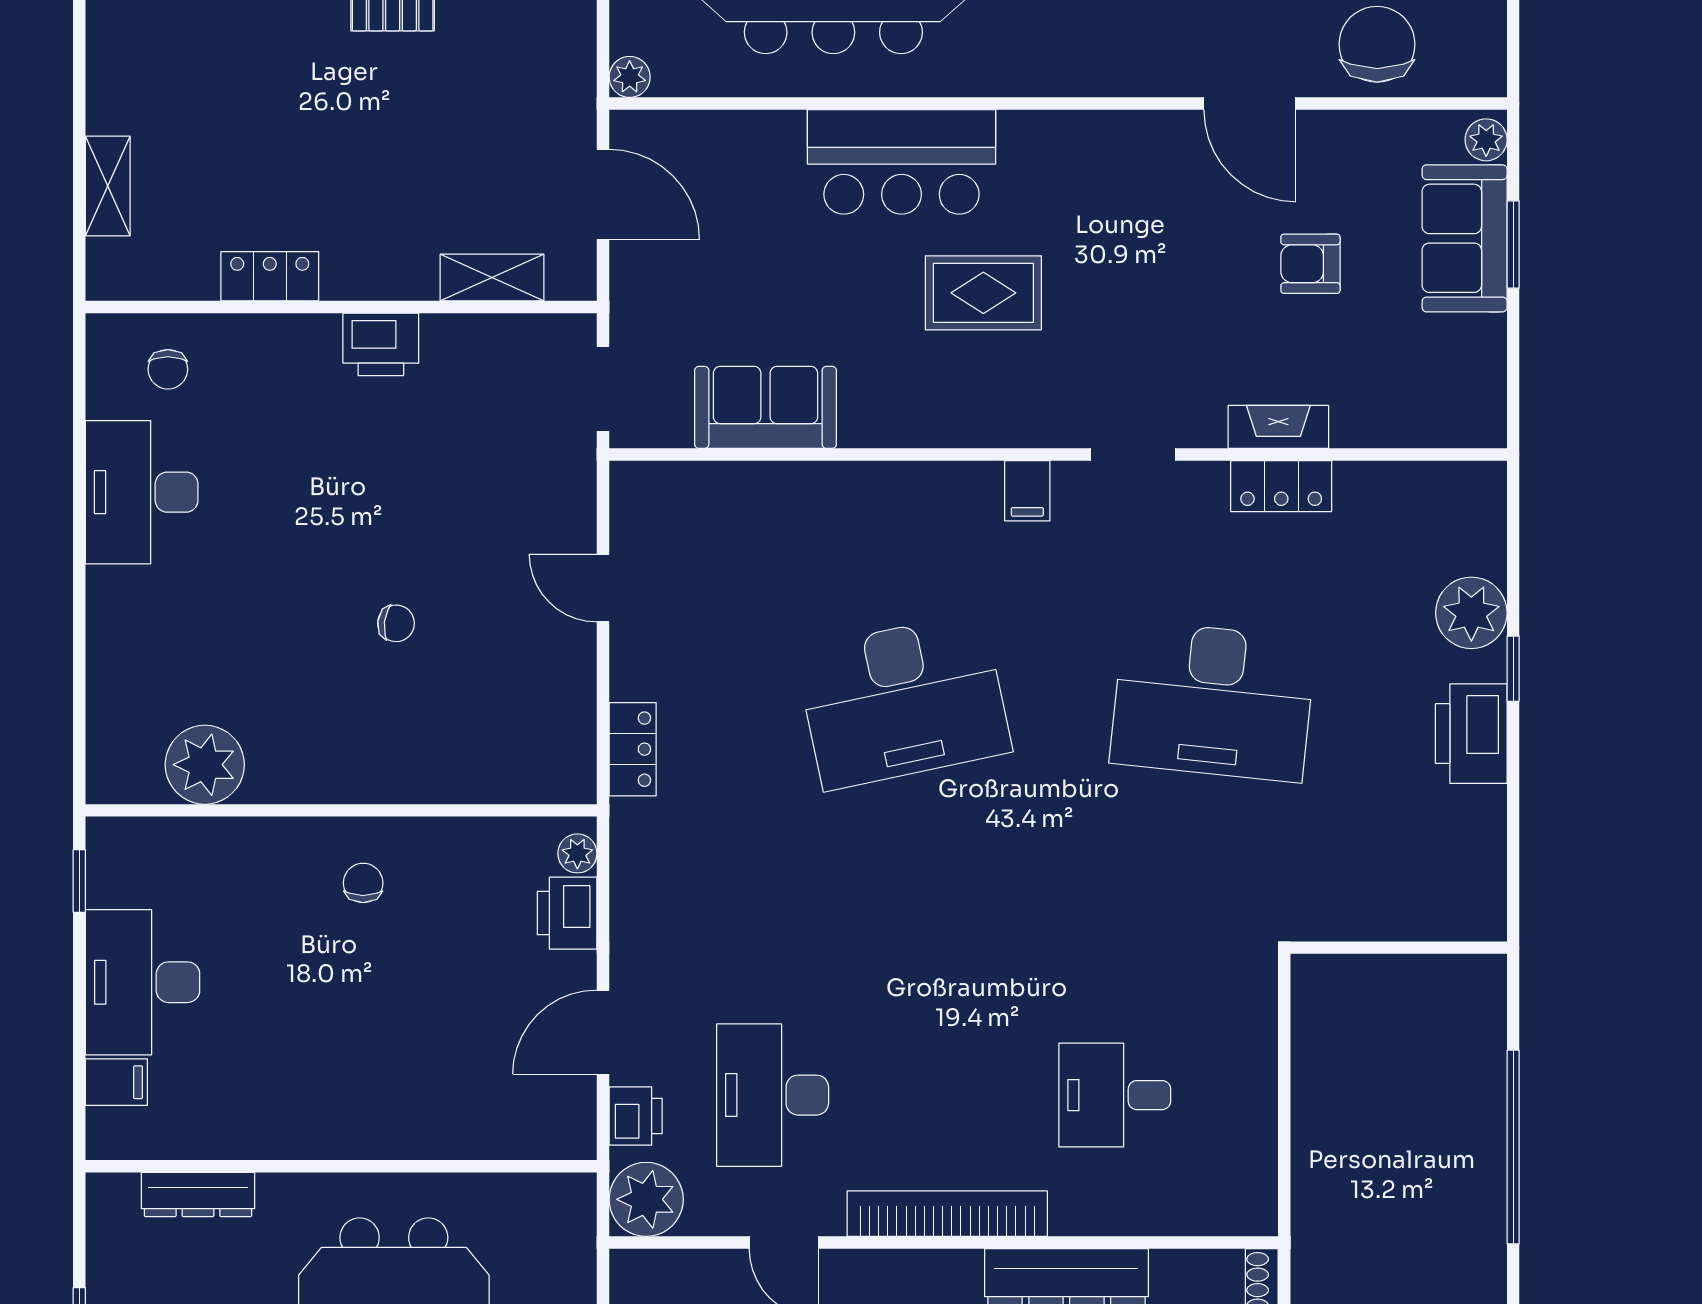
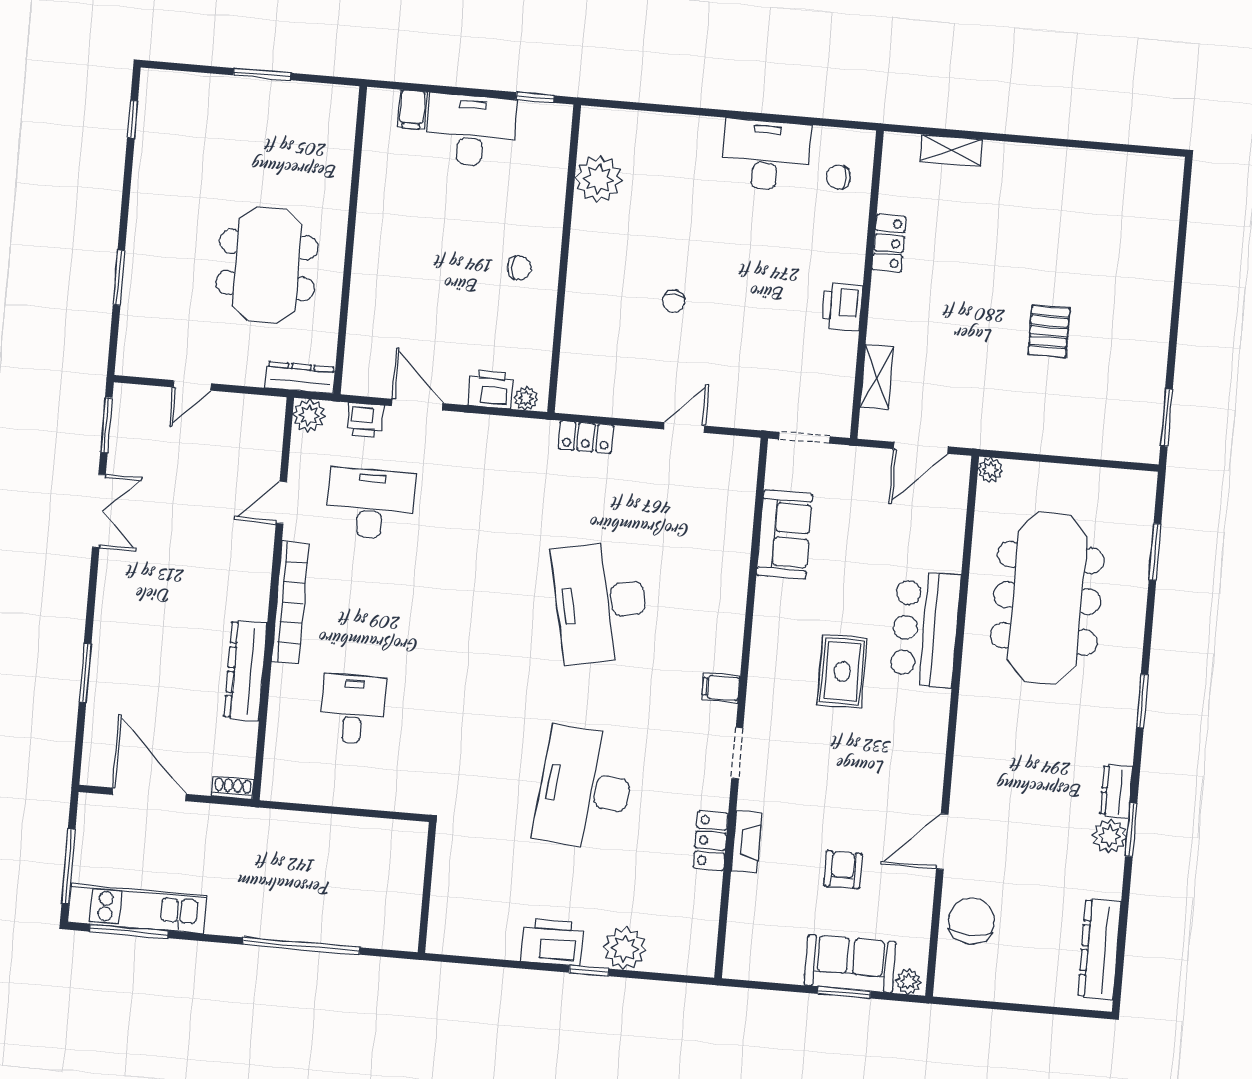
chair: (1377, 44) -> (971, 921), turned -90
dresser: (198, 1195) -> (300, 378), moved, turned 90
plant: (646, 1199) -> (309, 416), width x0.73, depth x0.73

